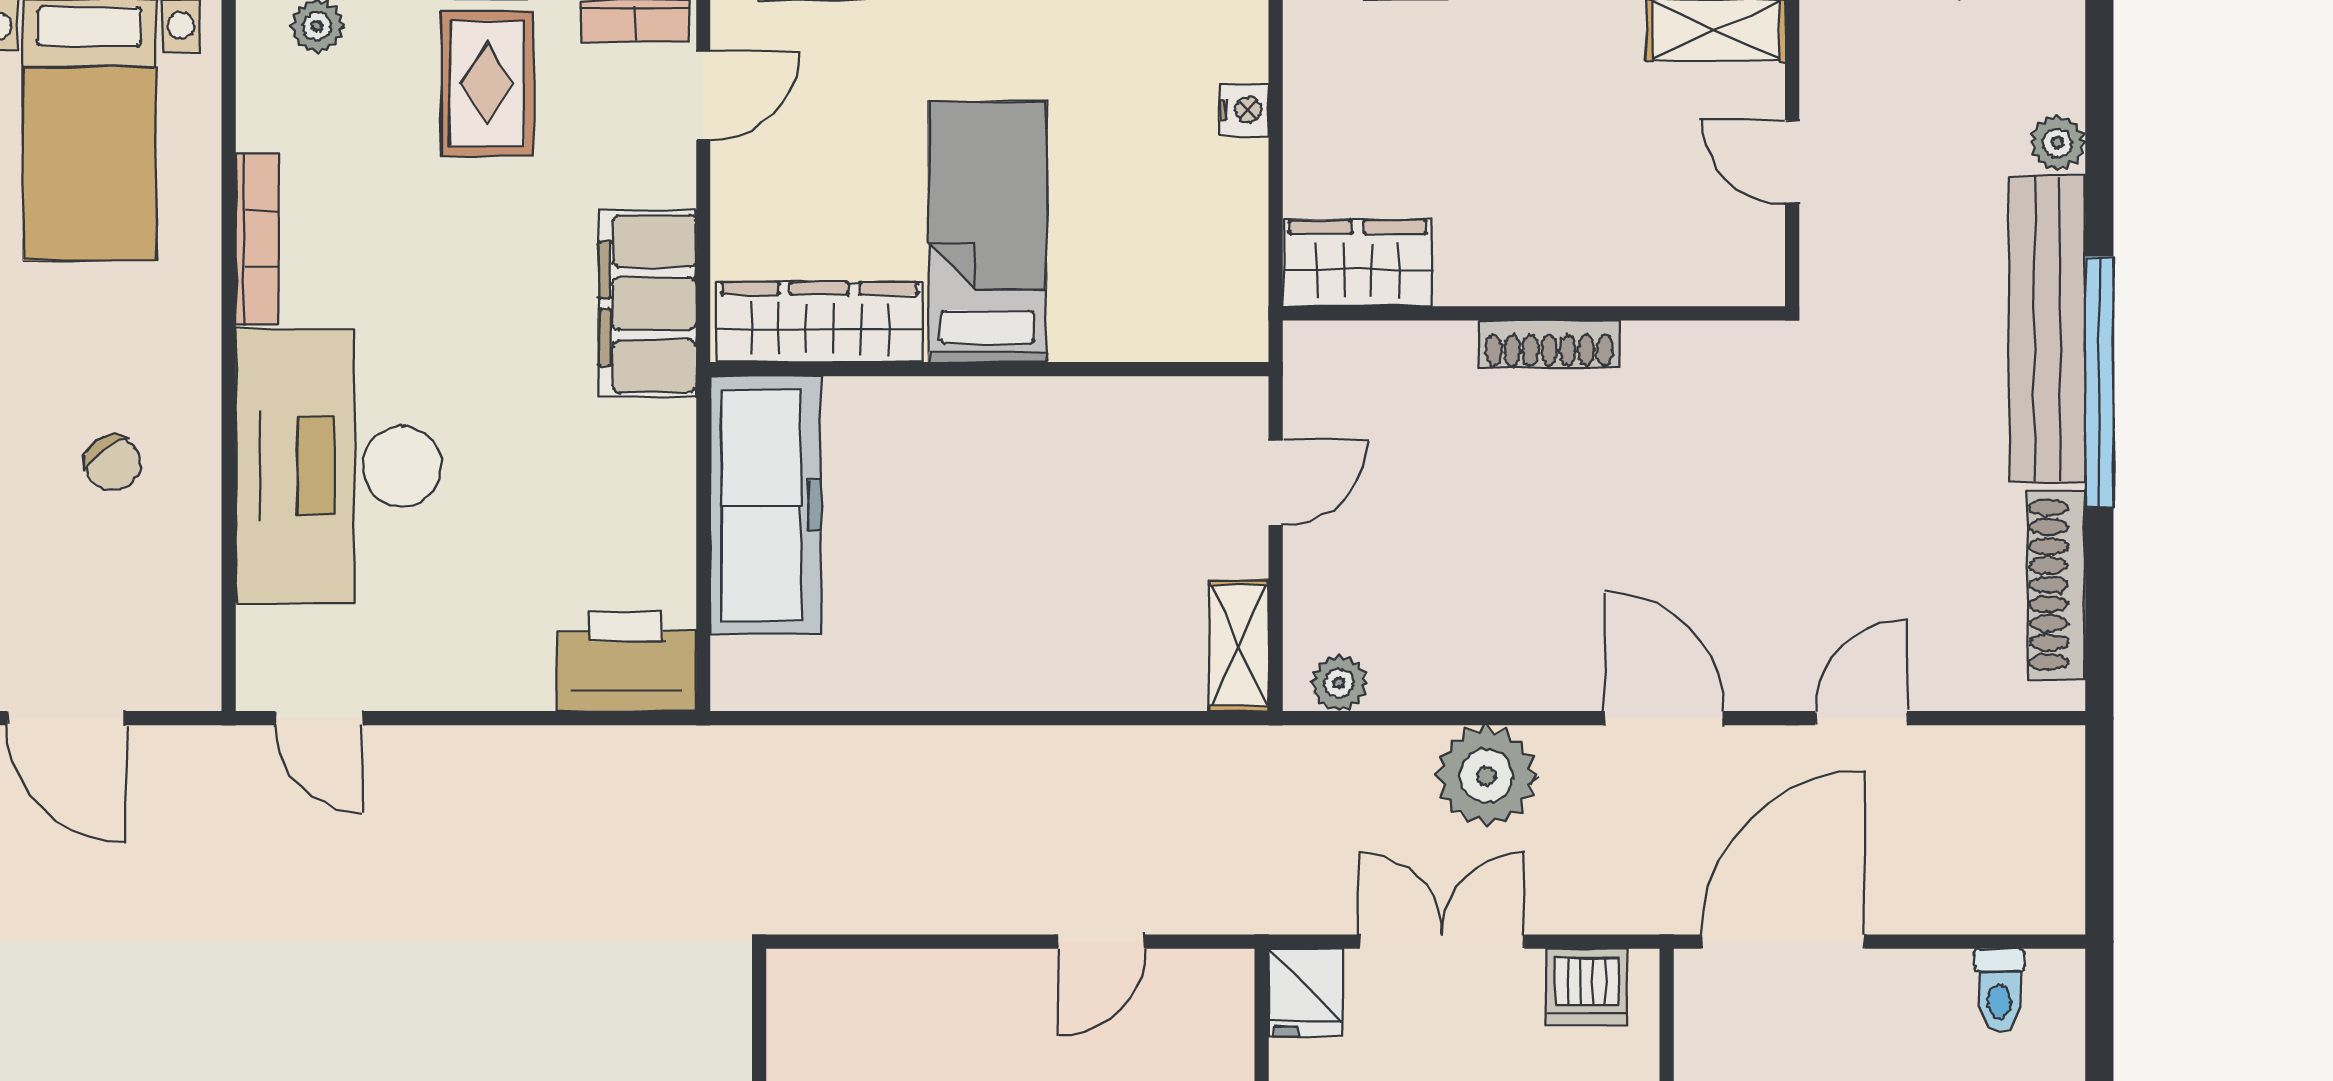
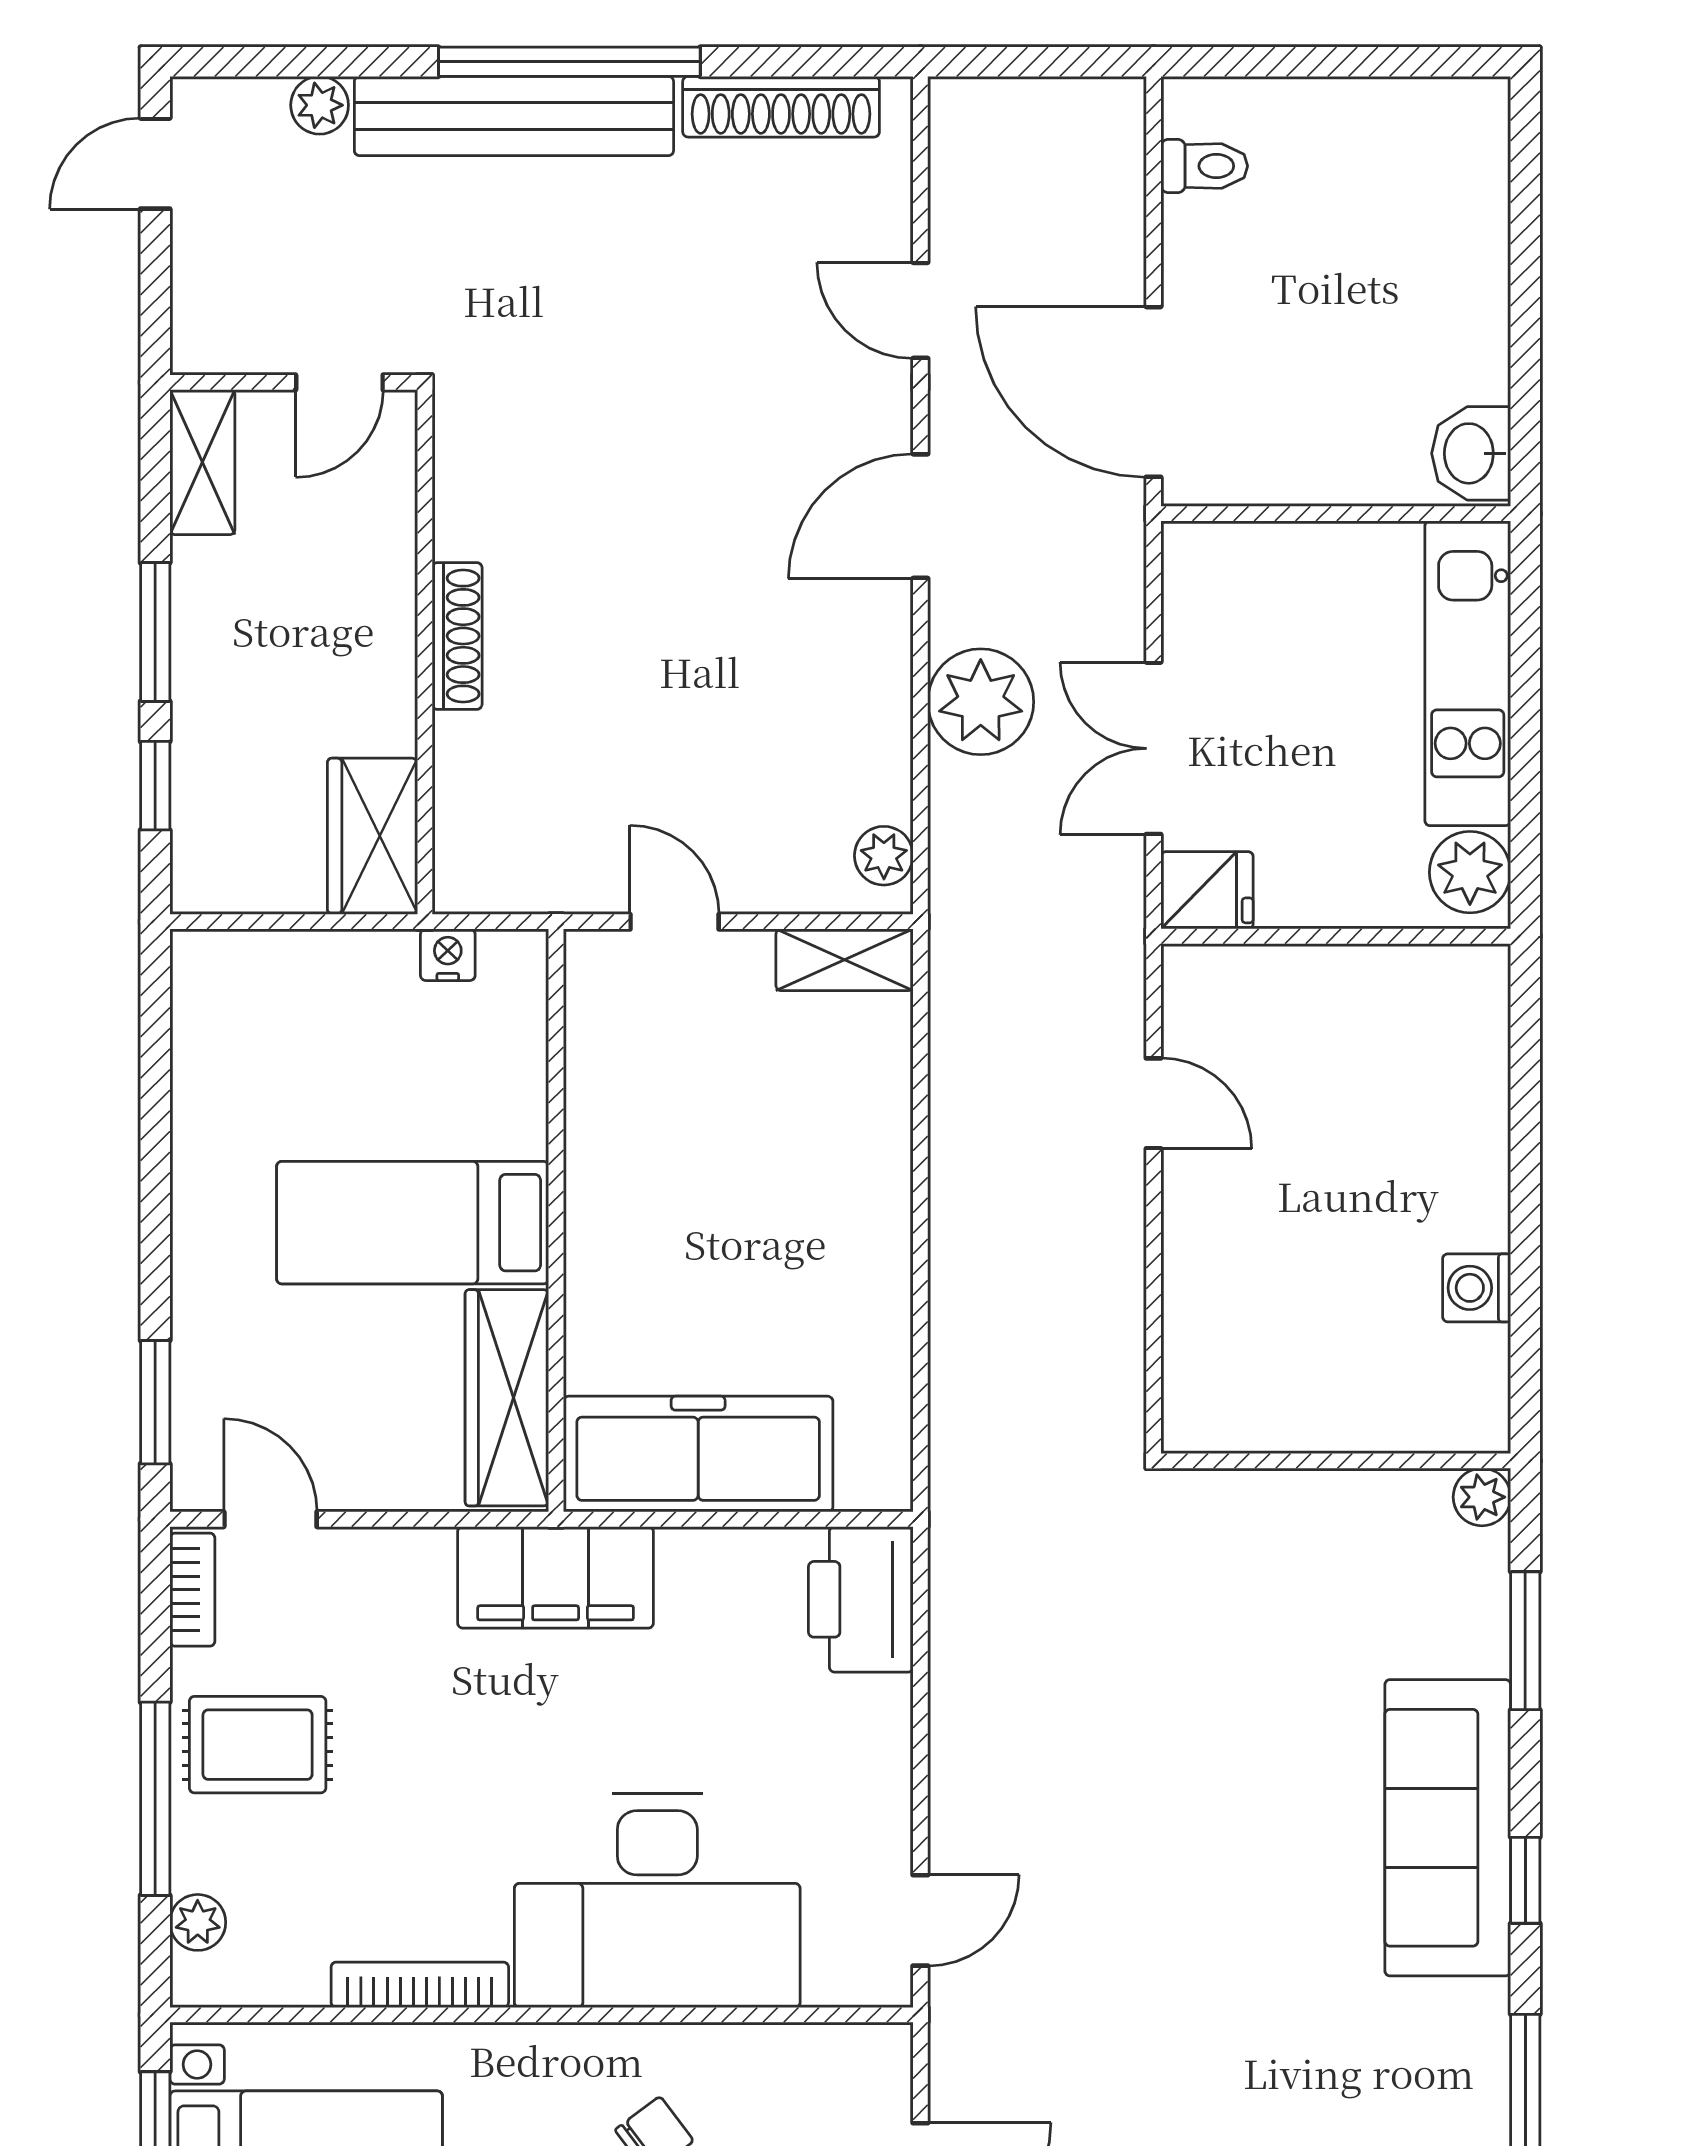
nightstand: (1244, 110) -> (448, 955), moved
wardrobe: (1358, 263) -> (372, 836), moved
filing cabinet: (648, 304) -> (556, 1577), moved
wall: (1534, 313) -> (425, 652), moved
shoe rack: (1549, 344) -> (457, 636), moved
dishwasher: (1587, 987) -> (1201, 597), removed

